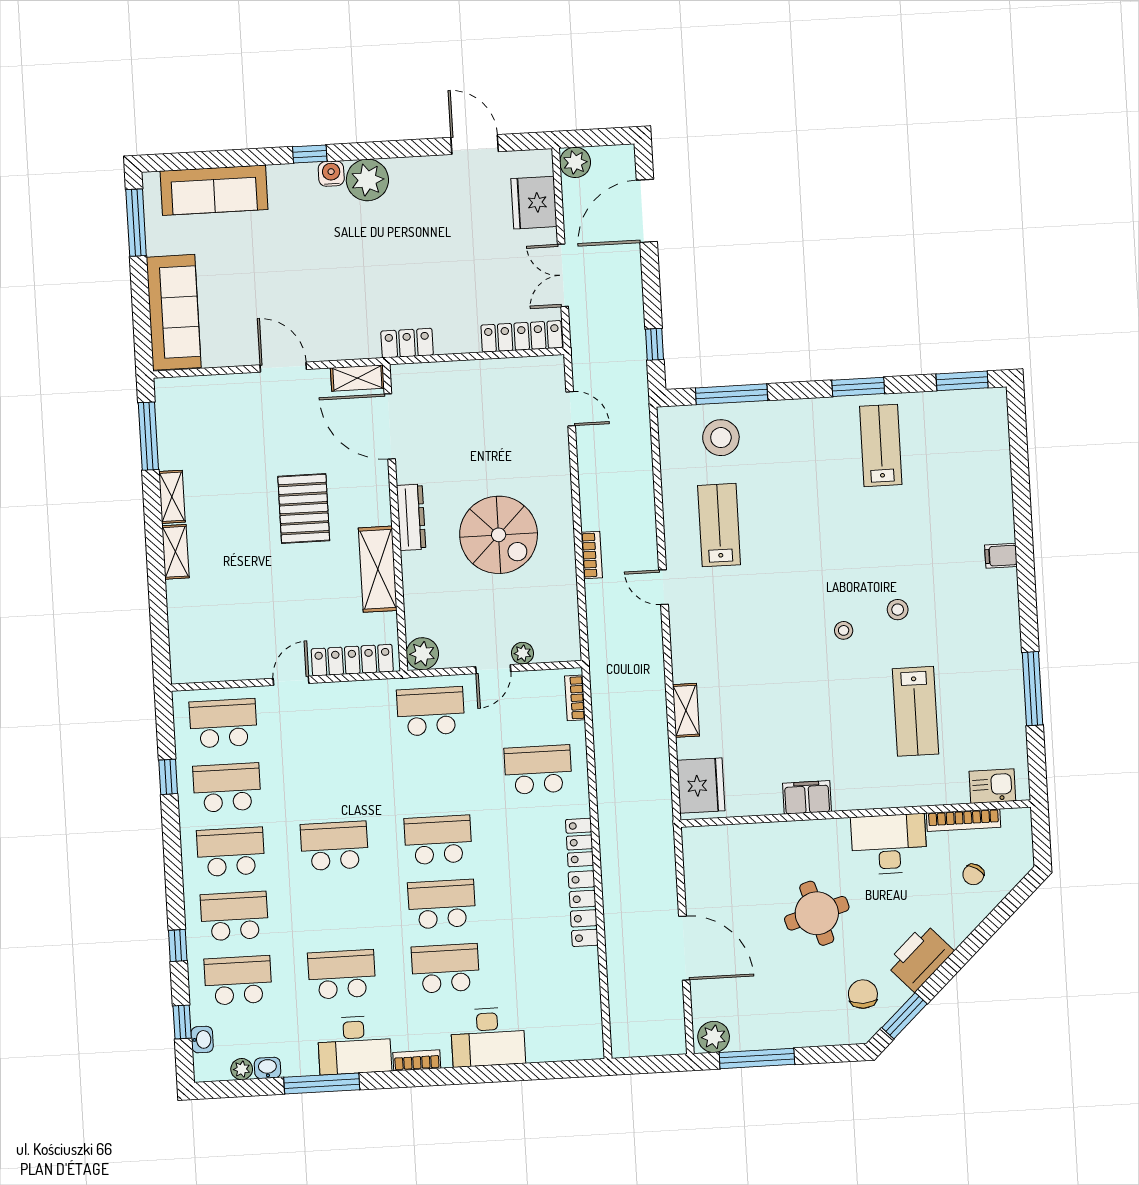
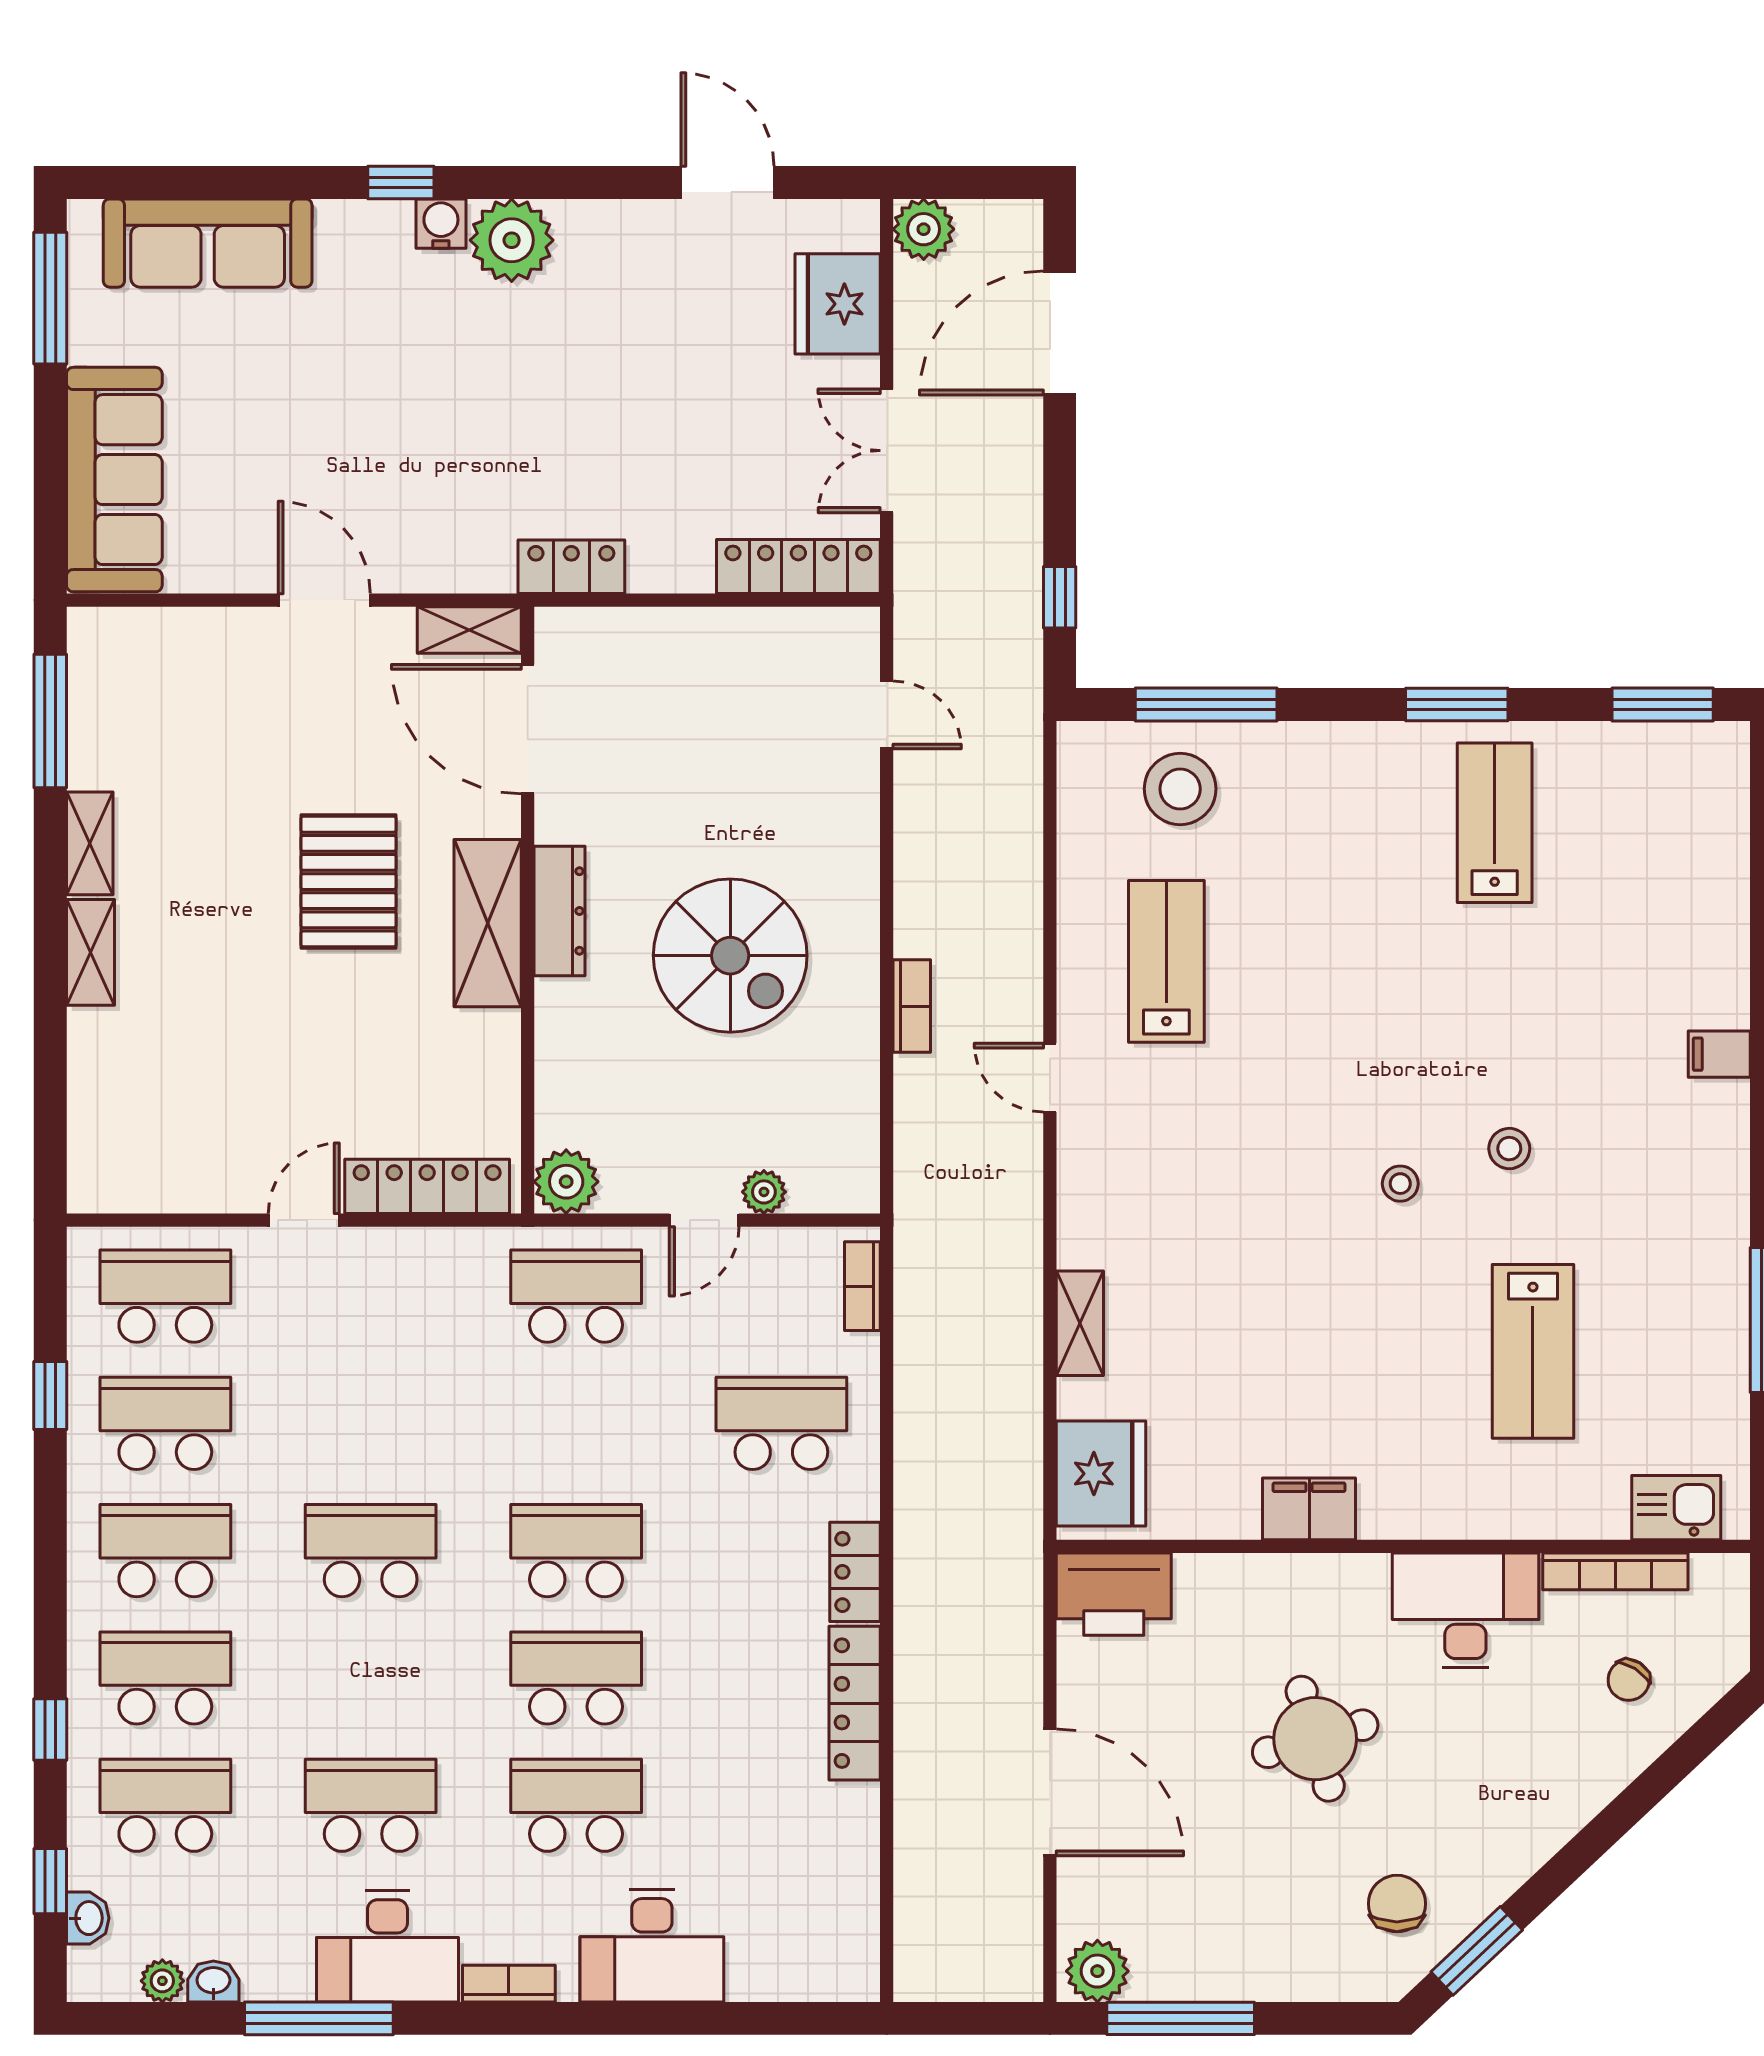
shelving: (378, 569) -> (488, 923), moved
printer: (920, 958) -> (1114, 1594), moved, turned -137

